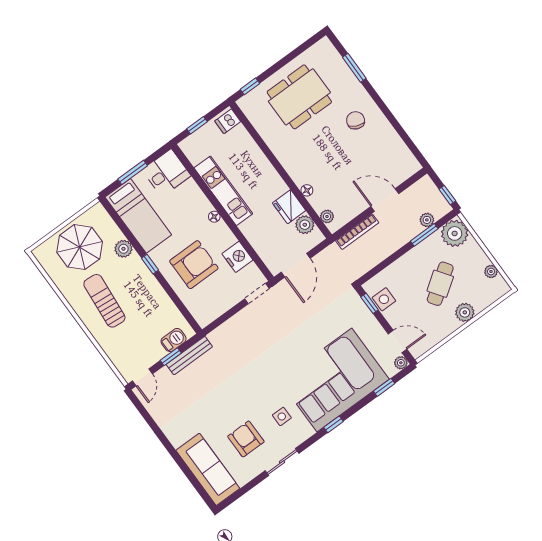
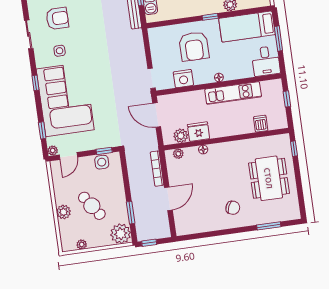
dishwasher: (228, 121) -> (261, 124), moved
plant: (427, 220) -> (140, 220), removed

